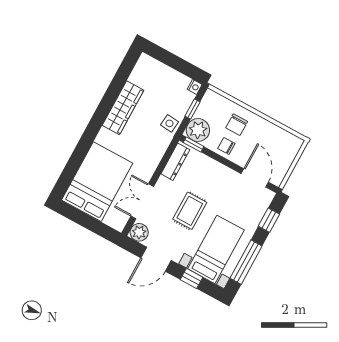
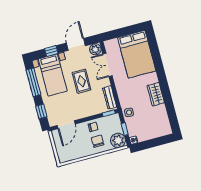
wardrobe: (123, 108) -> (156, 94), width x0.67
plant: (198, 130) -> (118, 140), moved
door: (255, 178) -> (66, 125), hinge flipped
double door: (142, 201) -> (107, 65), swing flipped

